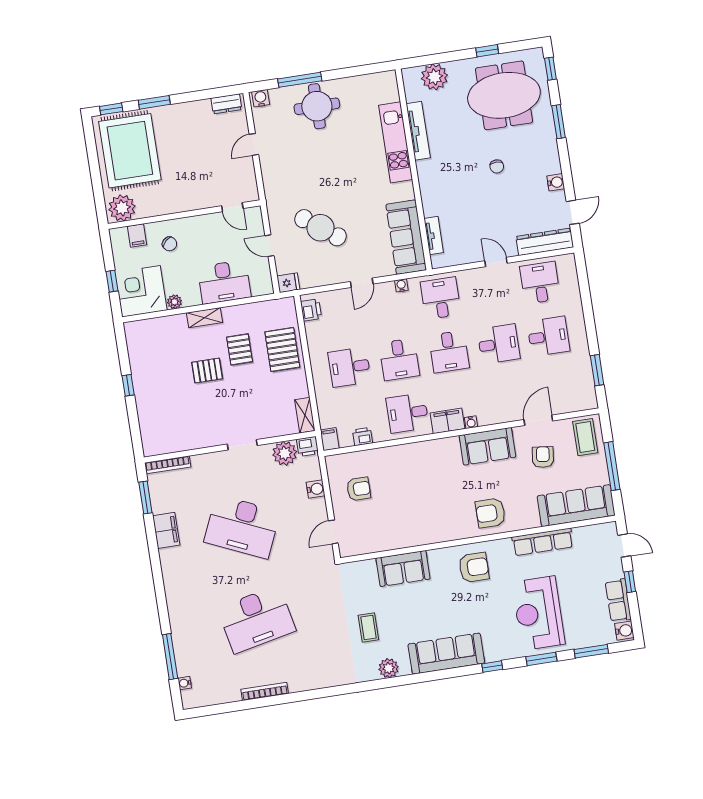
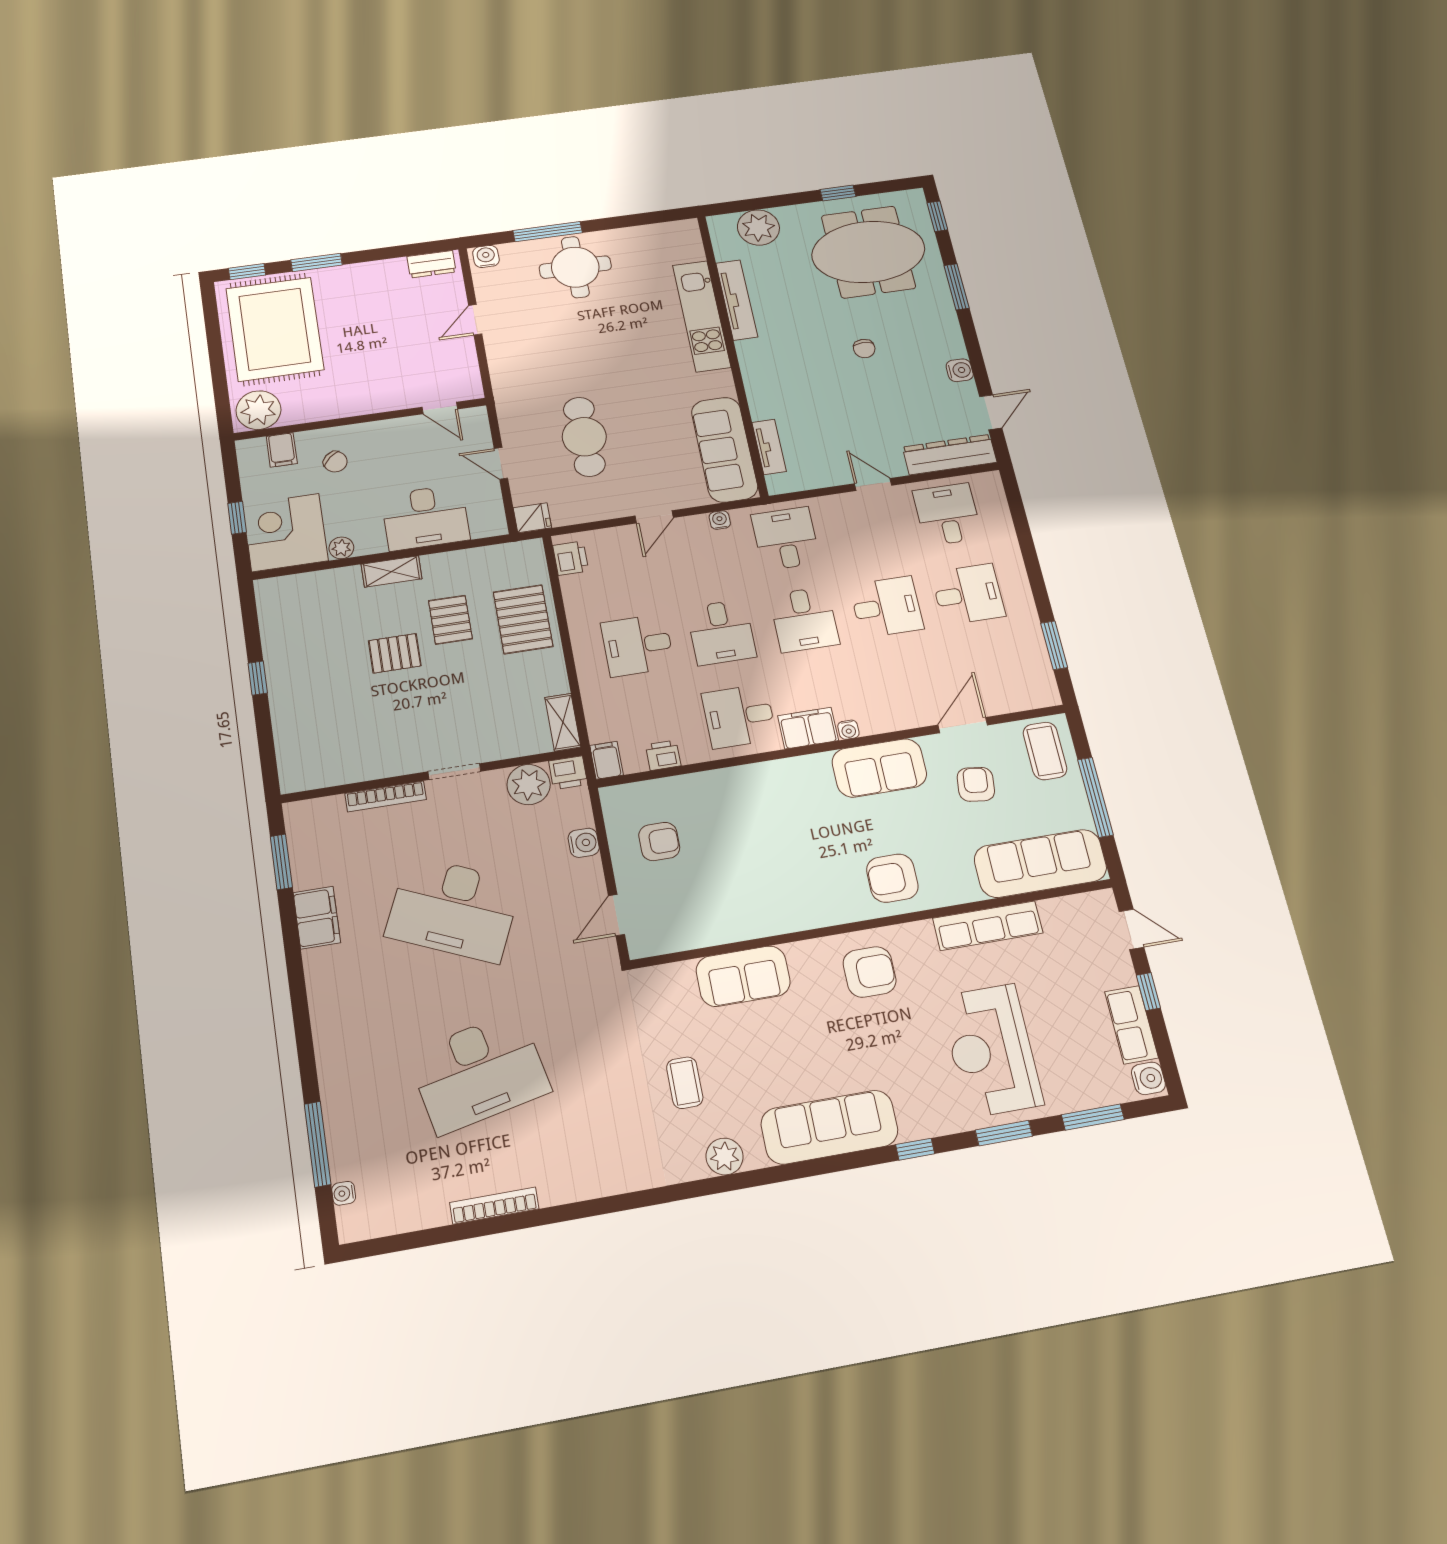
cafe table: (321, 228) -> (584, 437), turned 53
bookcase: (168, 465) -> (386, 796), moved

